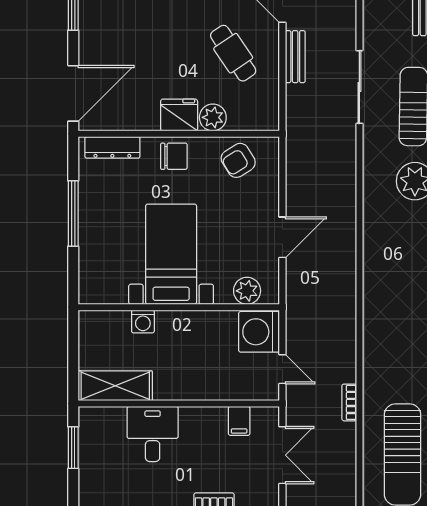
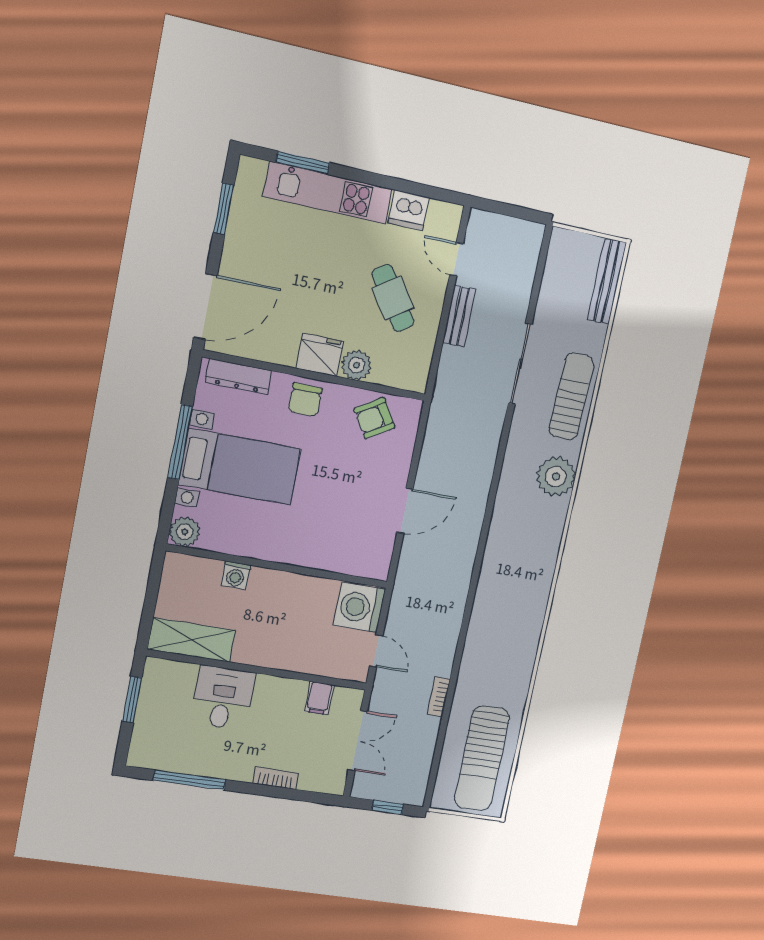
chair: (174, 156) -> (305, 400), turned 90
bed with nightstands: (171, 254) -> (240, 467), moved, turned 90
plant: (247, 291) -> (185, 532), moved

